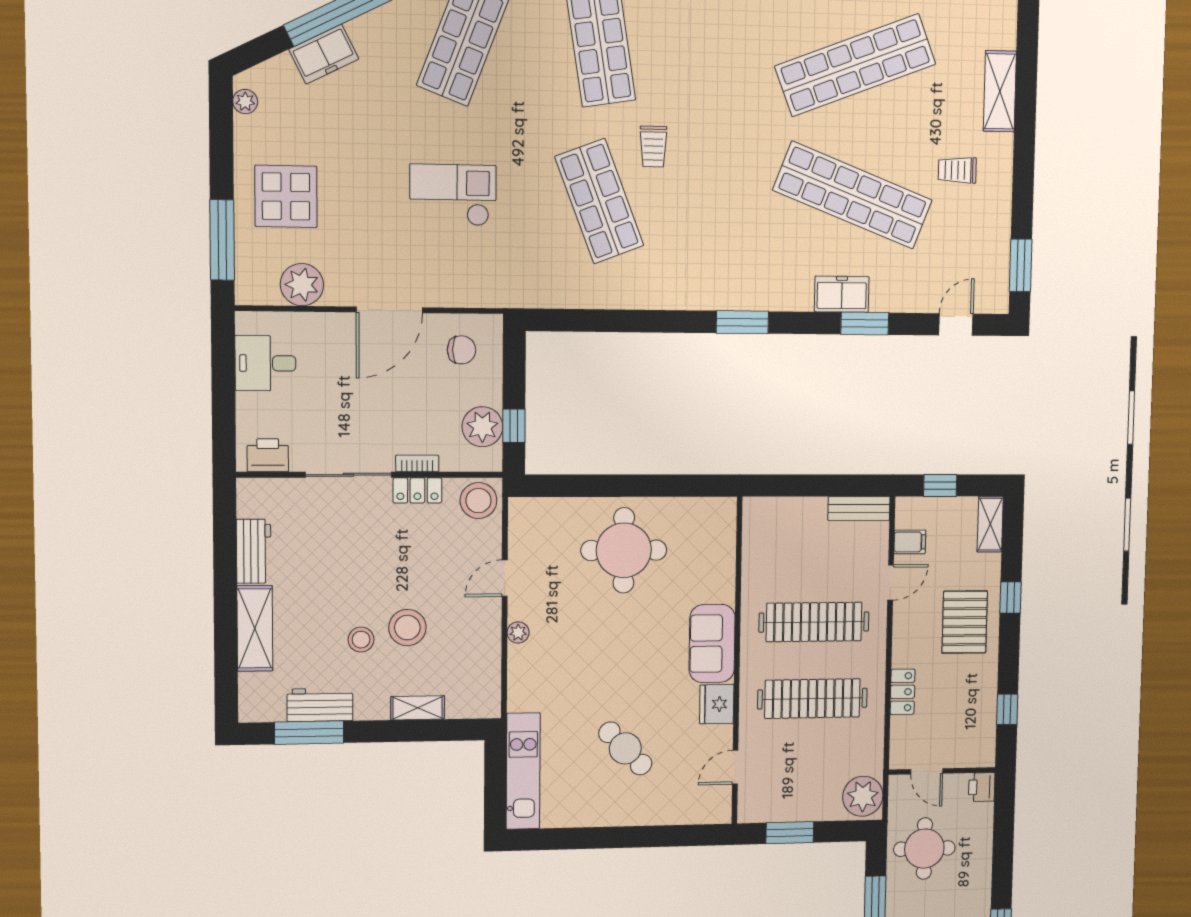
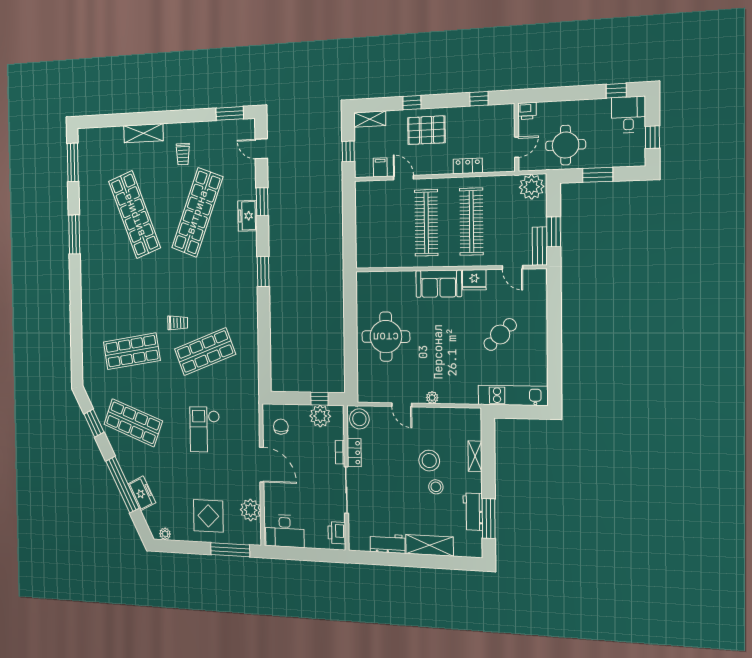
desk: (265, 363) -> (285, 531), width x1.37
bench: (859, 508) -> (540, 246), moved

